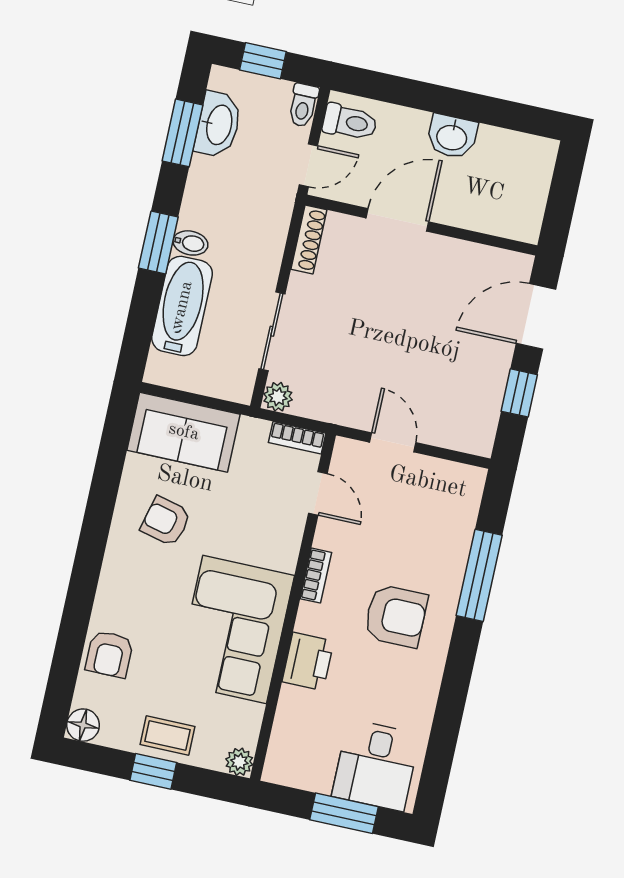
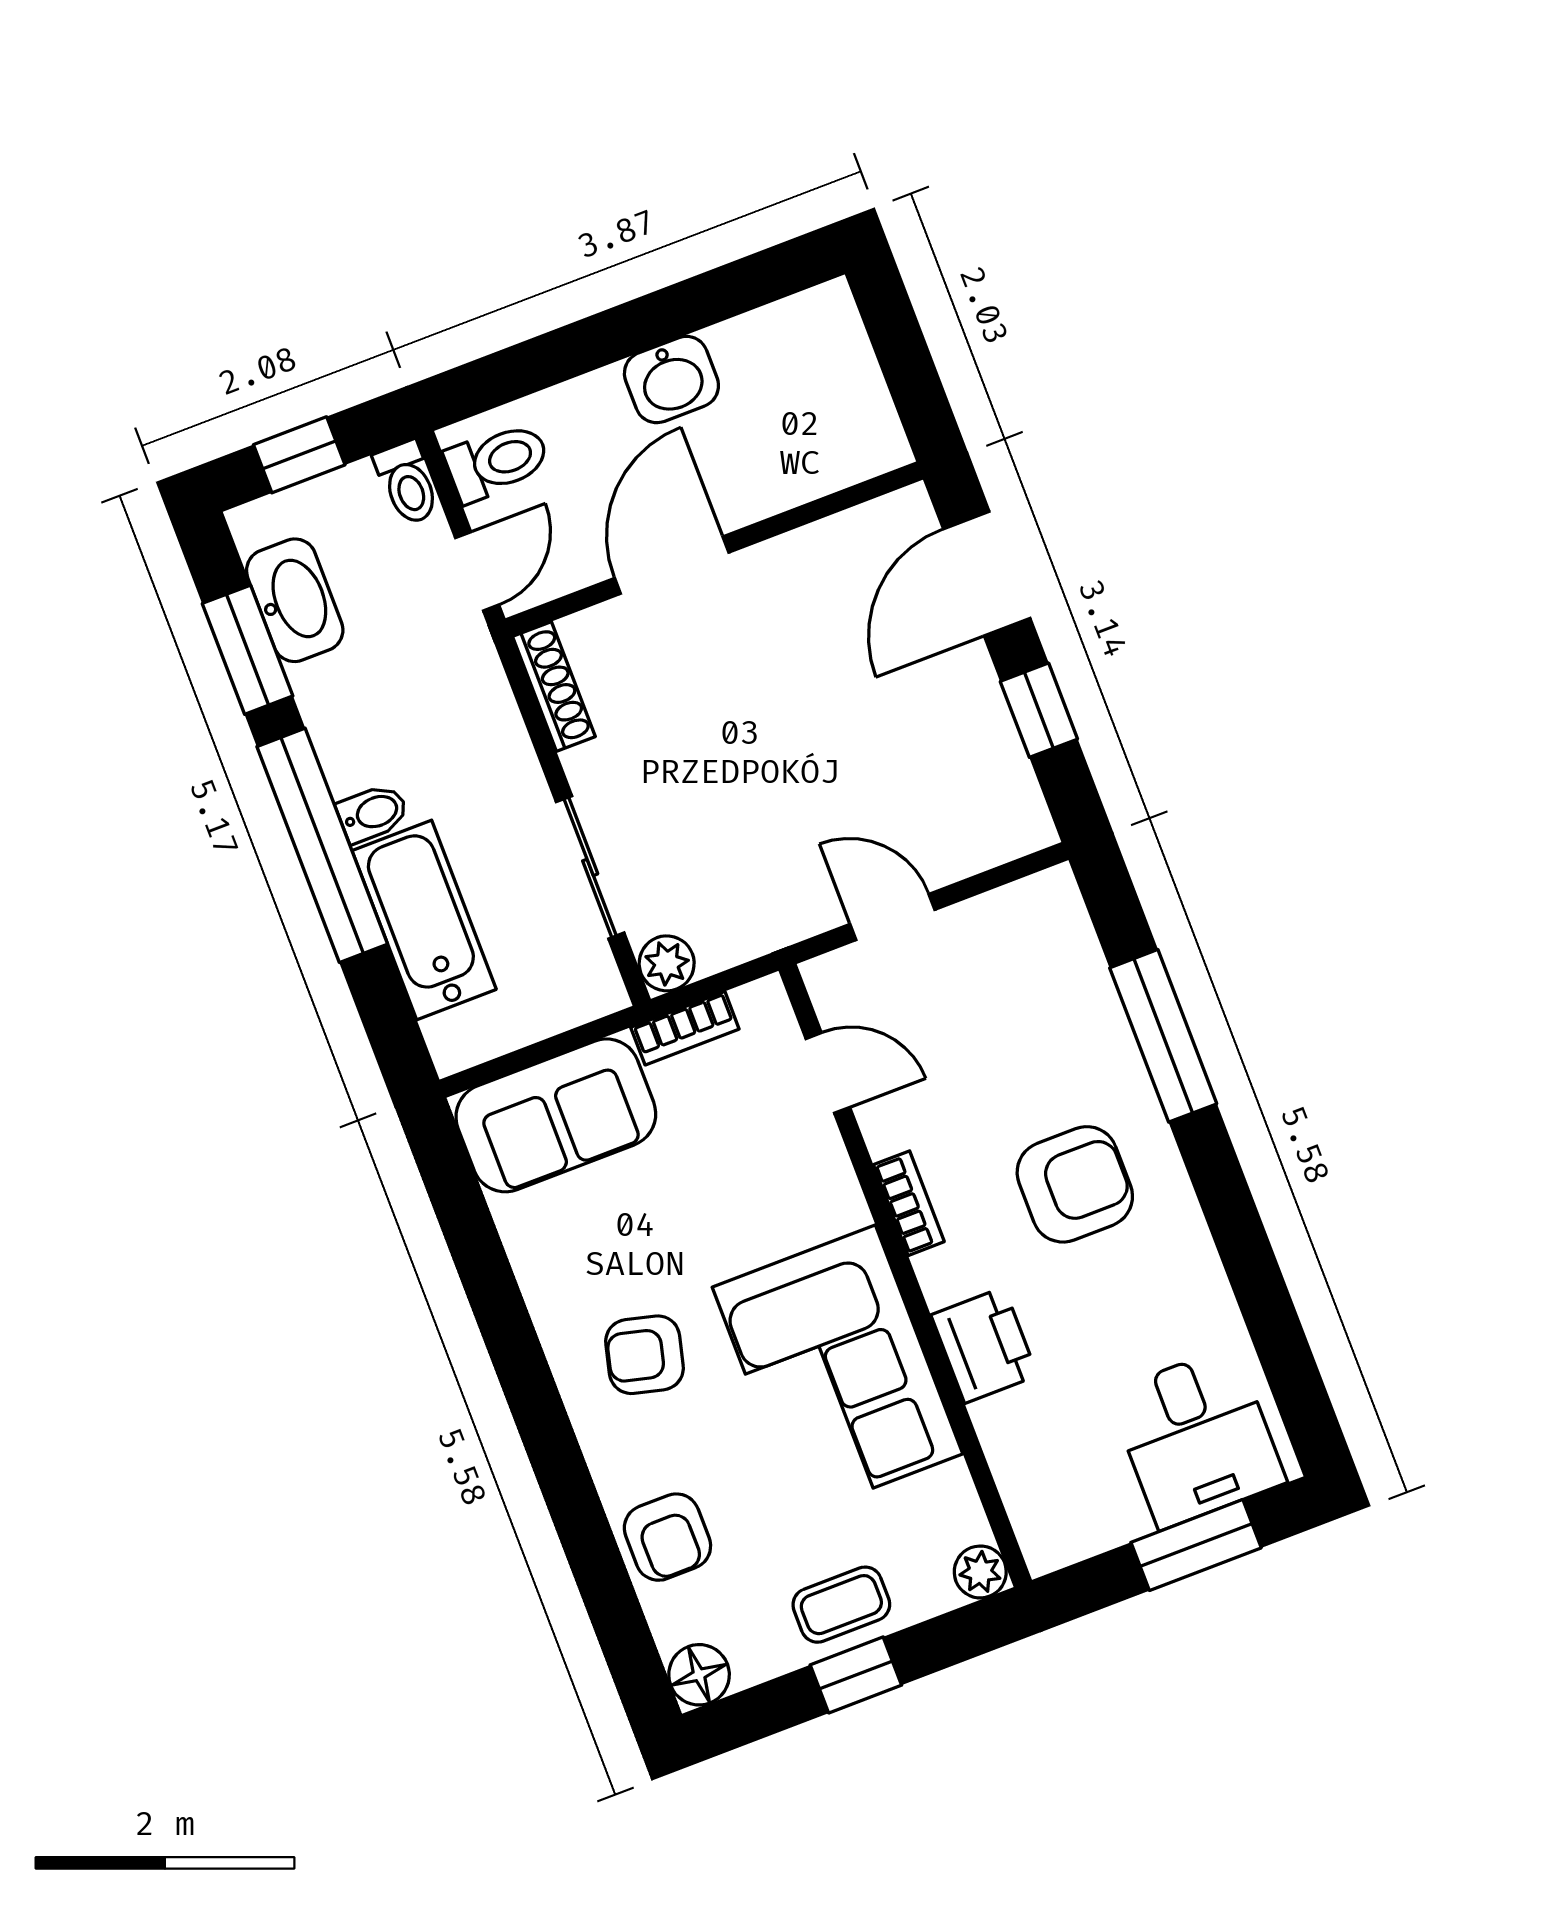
window: (158, 242) -> (322, 845), width x2.11
bookcase: (297, 438) -> (685, 1028), moved
armchair: (166, 521) -> (645, 1355), moved

